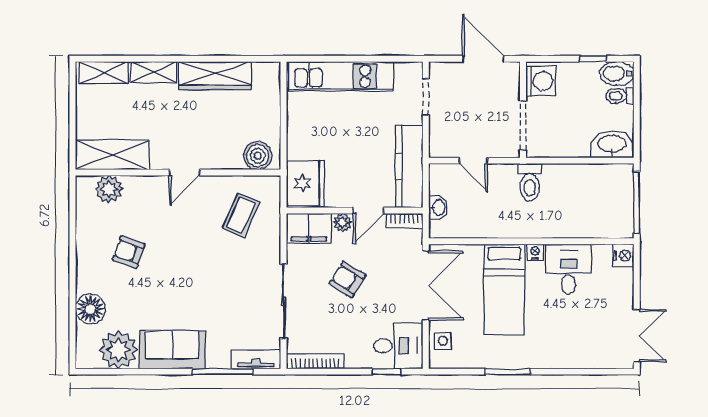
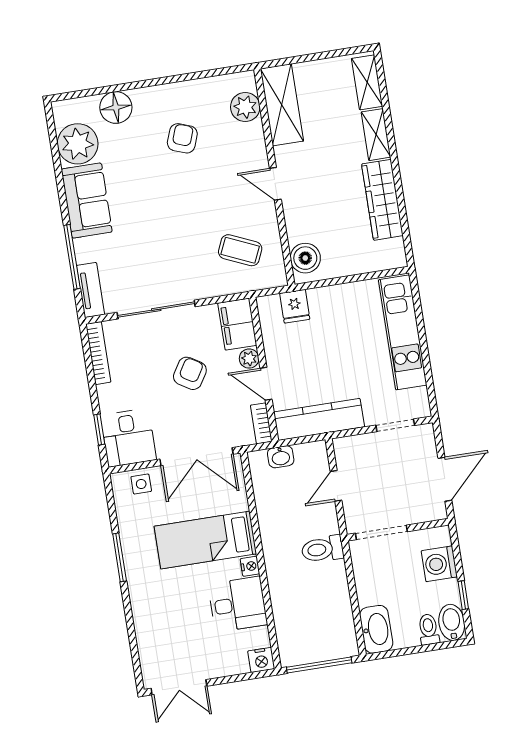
washing machine: (541, 81) -> (439, 564), moved, turned 90
fridge: (306, 183) -> (295, 306), width x0.53, depth x0.75

